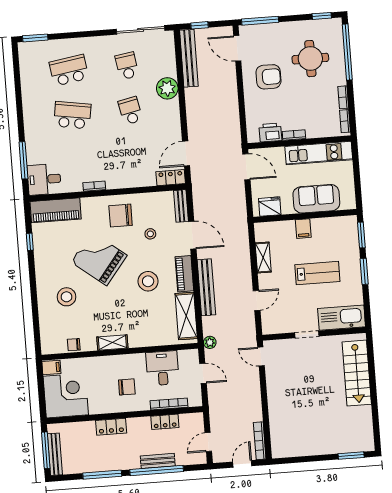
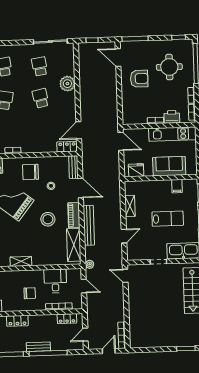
bench: (189, 58) -> (84, 63), removed
printer: (270, 132) -> (172, 117), moved
filing cabinet: (303, 229) -> (177, 186), moved
locker: (165, 422) -> (67, 319), moved
bench: (158, 461) -> (38, 347), moved

